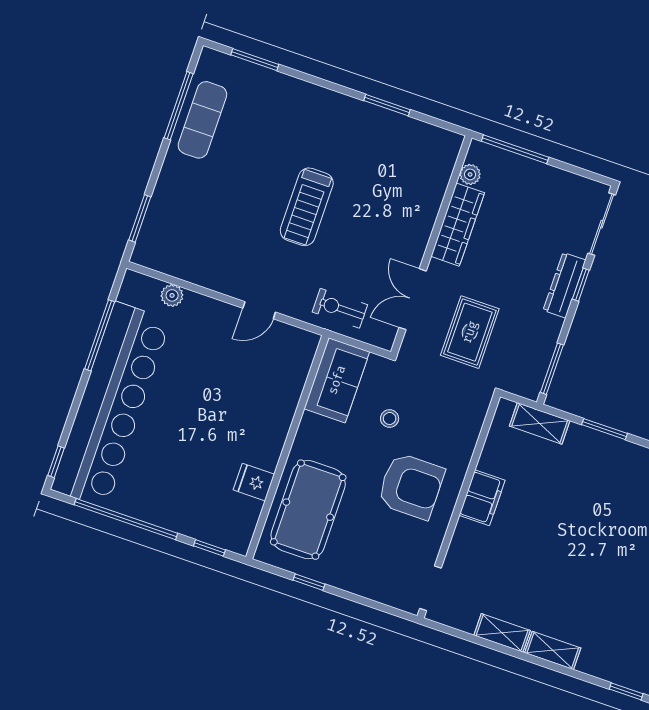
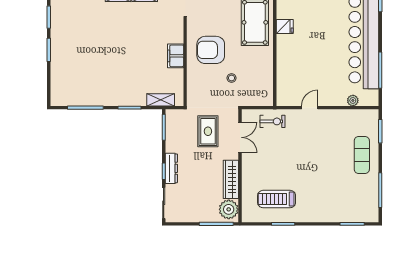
exercise mat: (202, 120) -> (362, 155), moved
plant: (470, 174) -> (229, 209), width x1.87, depth x1.87
treadmill: (307, 207) -> (277, 199), moved, turned -90
sofa: (337, 380) -> (262, 87), removed

